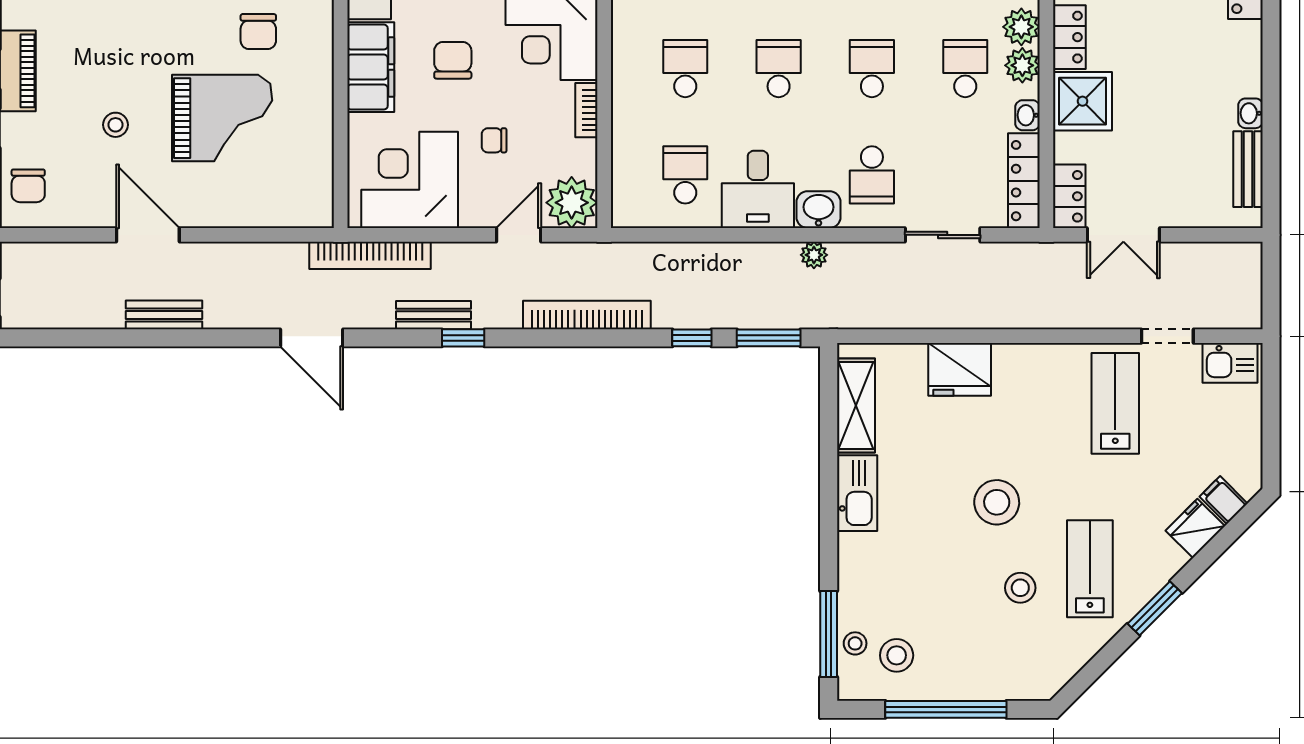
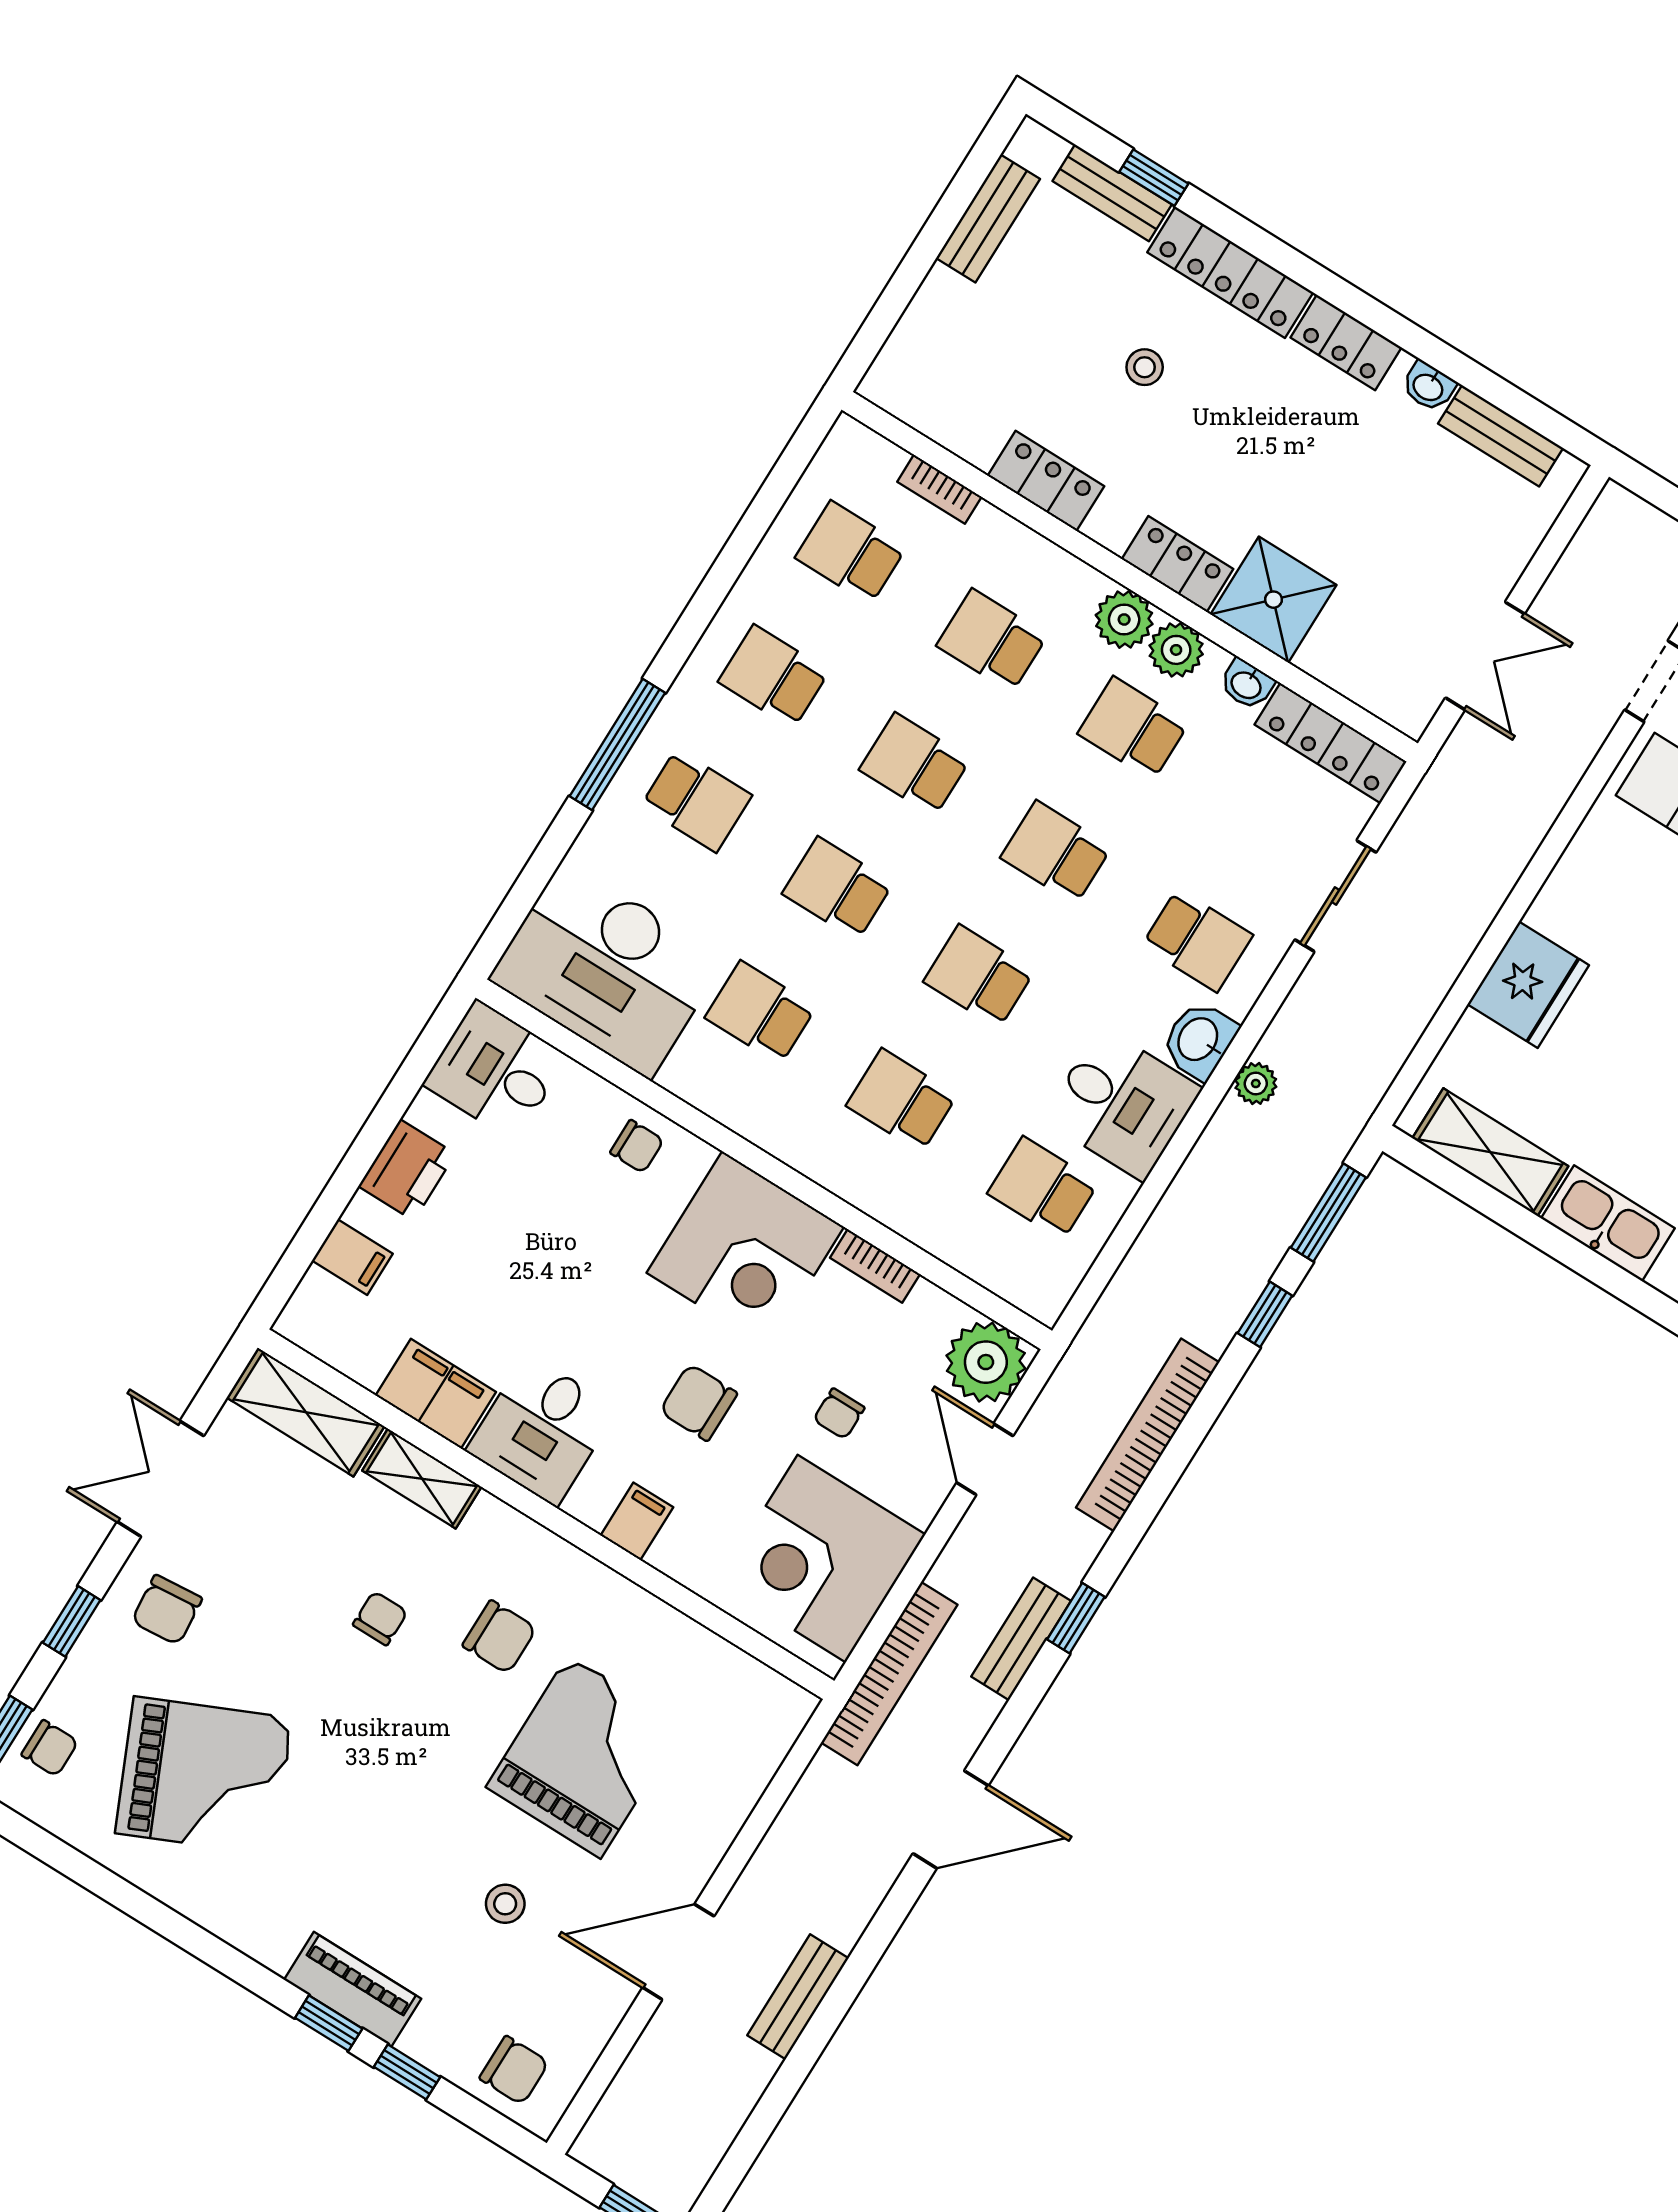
filing cabinet: (371, 67) -> (637, 1521), width x0.33, depth x0.86
locker: (1069, 196) -> (1346, 342), moved, turned 180

